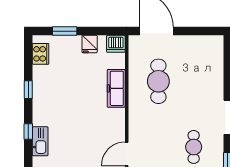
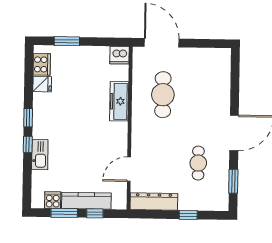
fridge: (90, 44) -> (42, 84), moved, turned -90
window: (28, 90) -> (28, 118), moved

